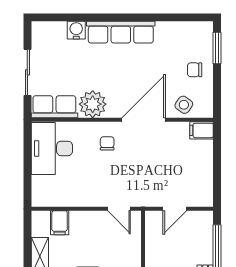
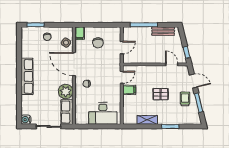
water cooler: (76, 30) -> (26, 120), moved
desk: (52, 148) -> (103, 113), moved
chair: (183, 164) -> (98, 43), added
door: (175, 209) -> (122, 47), hinge flipped
filing cabinet: (60, 223) -> (129, 90), moved

